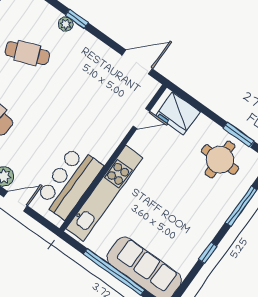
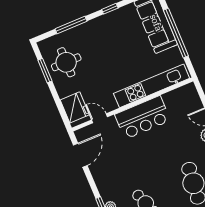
door: (137, 62) -> (80, 155), swing flipped
bar counter: (69, 182) -> (143, 117), moved

